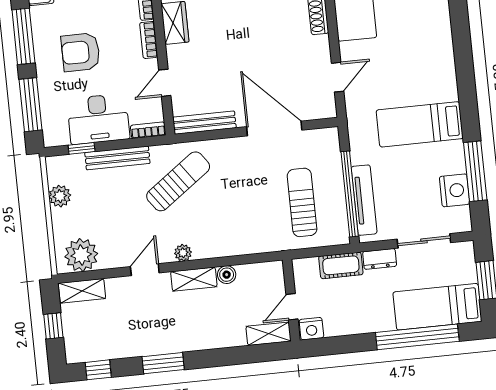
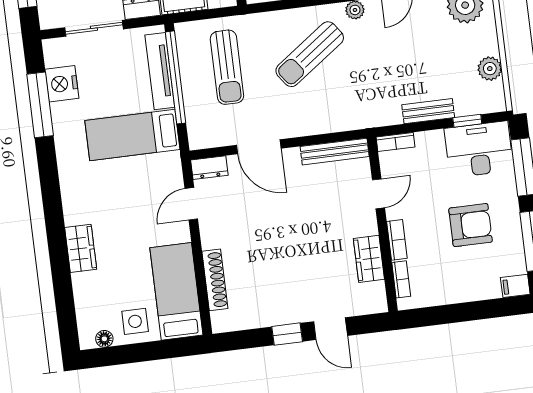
wardrobe: (440, 38) -> (81, 248), added
dresser: (320, 110) -> (209, 168), added
desk: (98, 119) -> (479, 149), moved
bed: (420, 124) -> (132, 135), moved, turned 180
door: (274, 128) -> (259, 147), width x0.73
bench: (117, 158) -> (428, 111), width x0.73
sun lounger: (178, 181) -> (310, 54), moved

